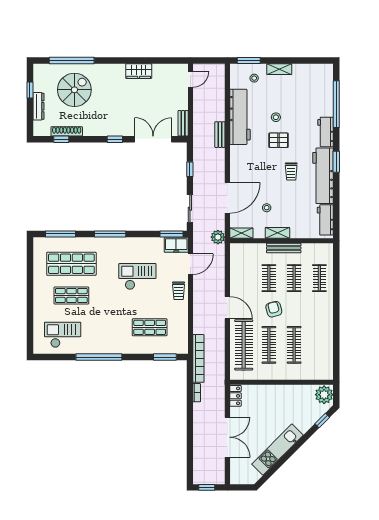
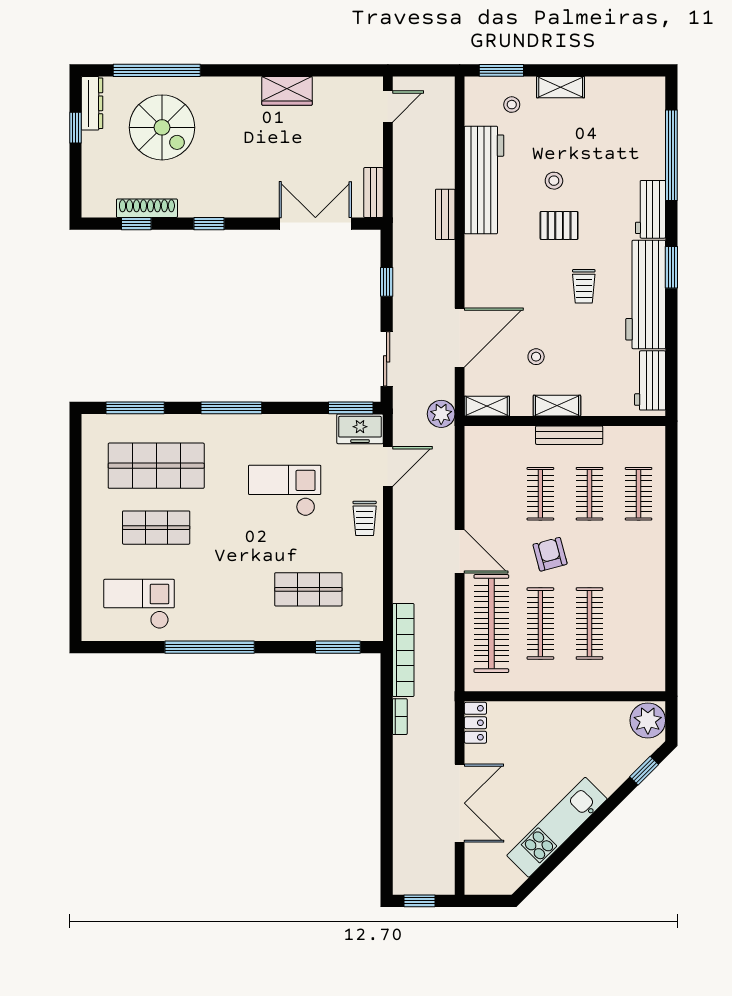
spiral stairs: (74, 90) -> (162, 127), turned 90
dresser: (38, 106) -> (92, 103), moved
window: (115, 139) -> (209, 224), moved

